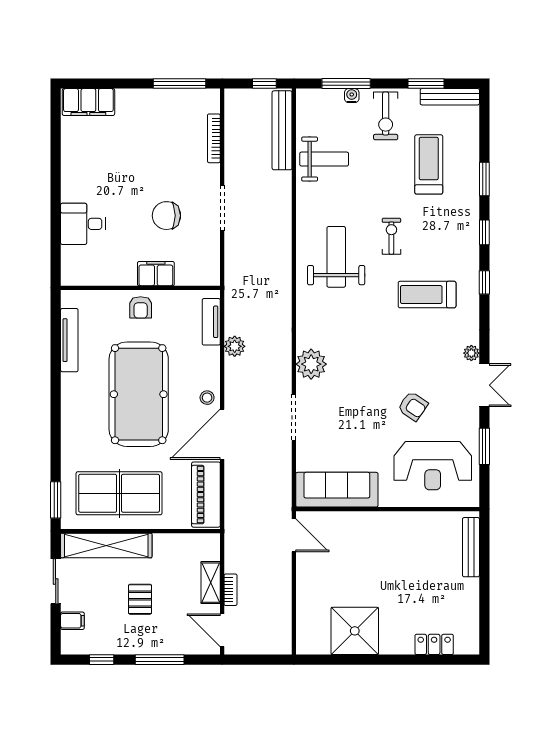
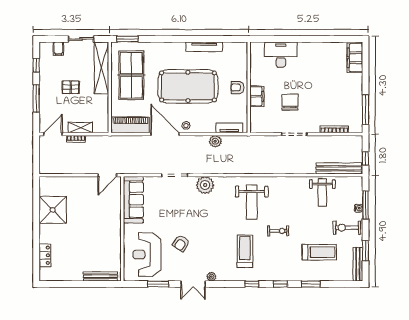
desk: (83, 224) -> (281, 55), width x1.37
weight bench: (336, 257) -> (252, 202), moved, turned 90
tv unit: (69, 340) -> (204, 47), moved

